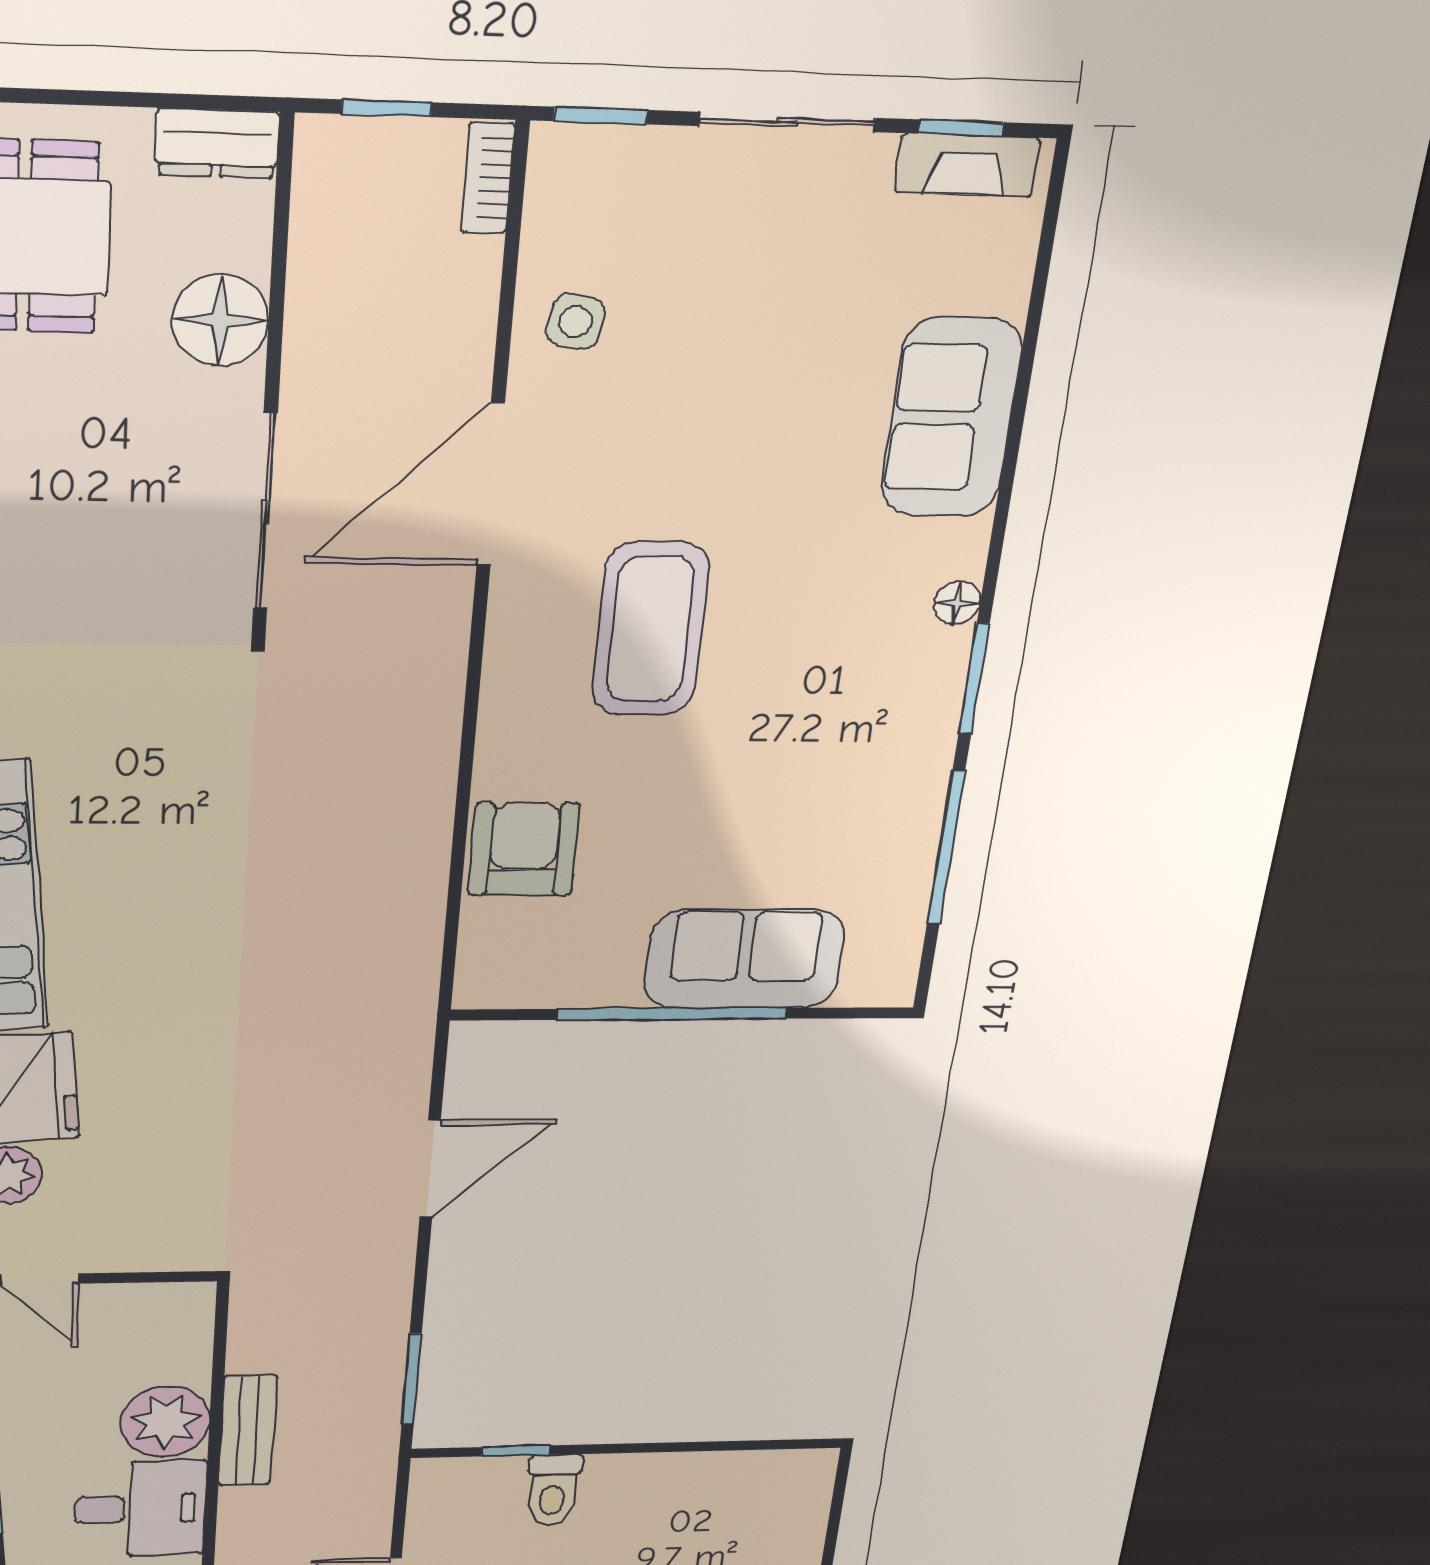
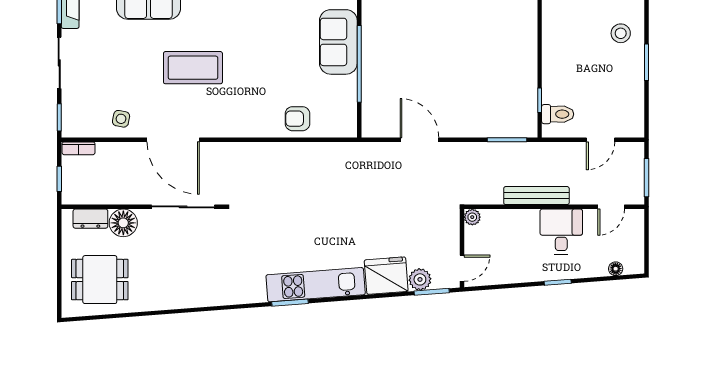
dresser: (217, 143) -> (90, 219), moved, turned 90
coffee table: (650, 629) -> (193, 68), moved
armchair: (524, 849) -> (297, 119), width x0.72, depth x0.72
plant: (165, 1422) -> (472, 217), moved, width x0.53, depth x0.53
bench: (248, 1430) -> (536, 196), width x1.36
toilet: (553, 1490) -> (558, 114), moved

